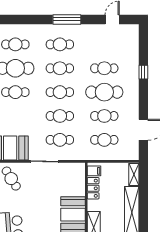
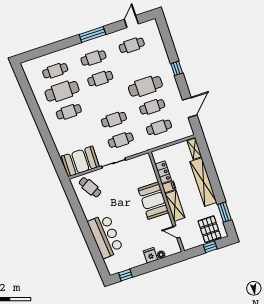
cafe table: (104, 68) -> (132, 45), moved
window: (143, 72) -> (177, 68), moved
cafe table: (60, 92) -> (107, 99), removed
filing cabinet: (94, 171) -> (169, 187), moved

